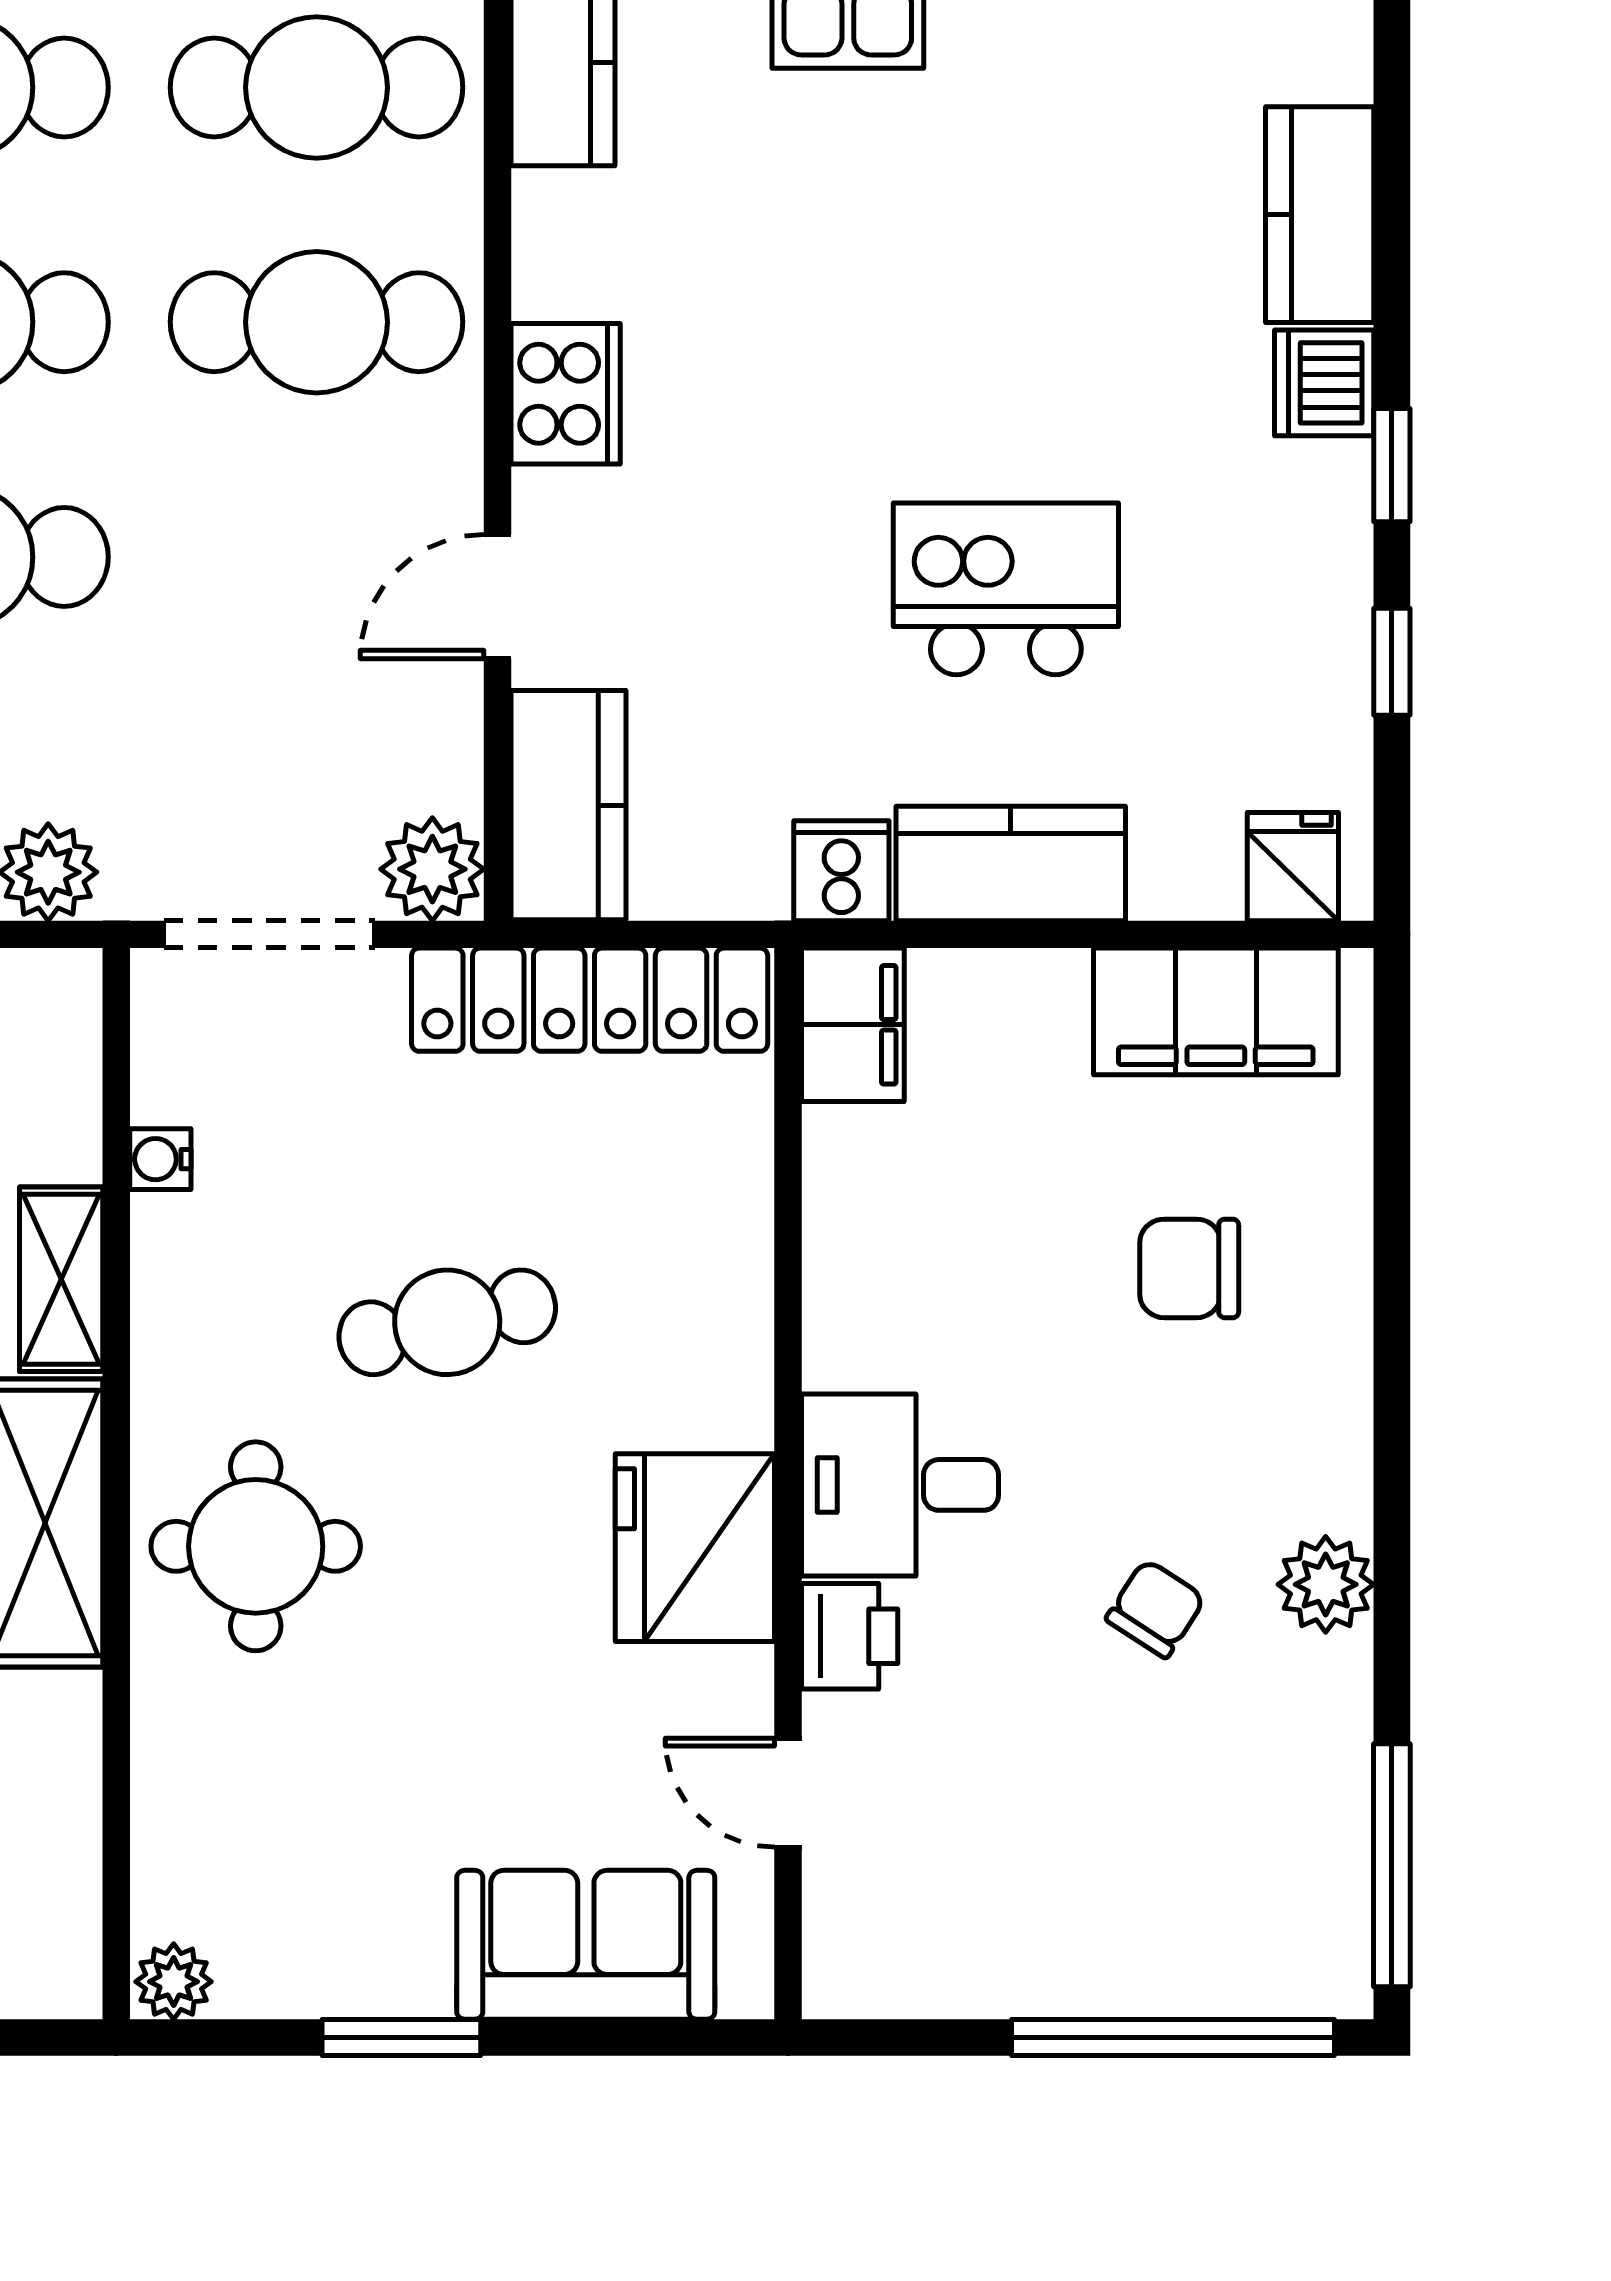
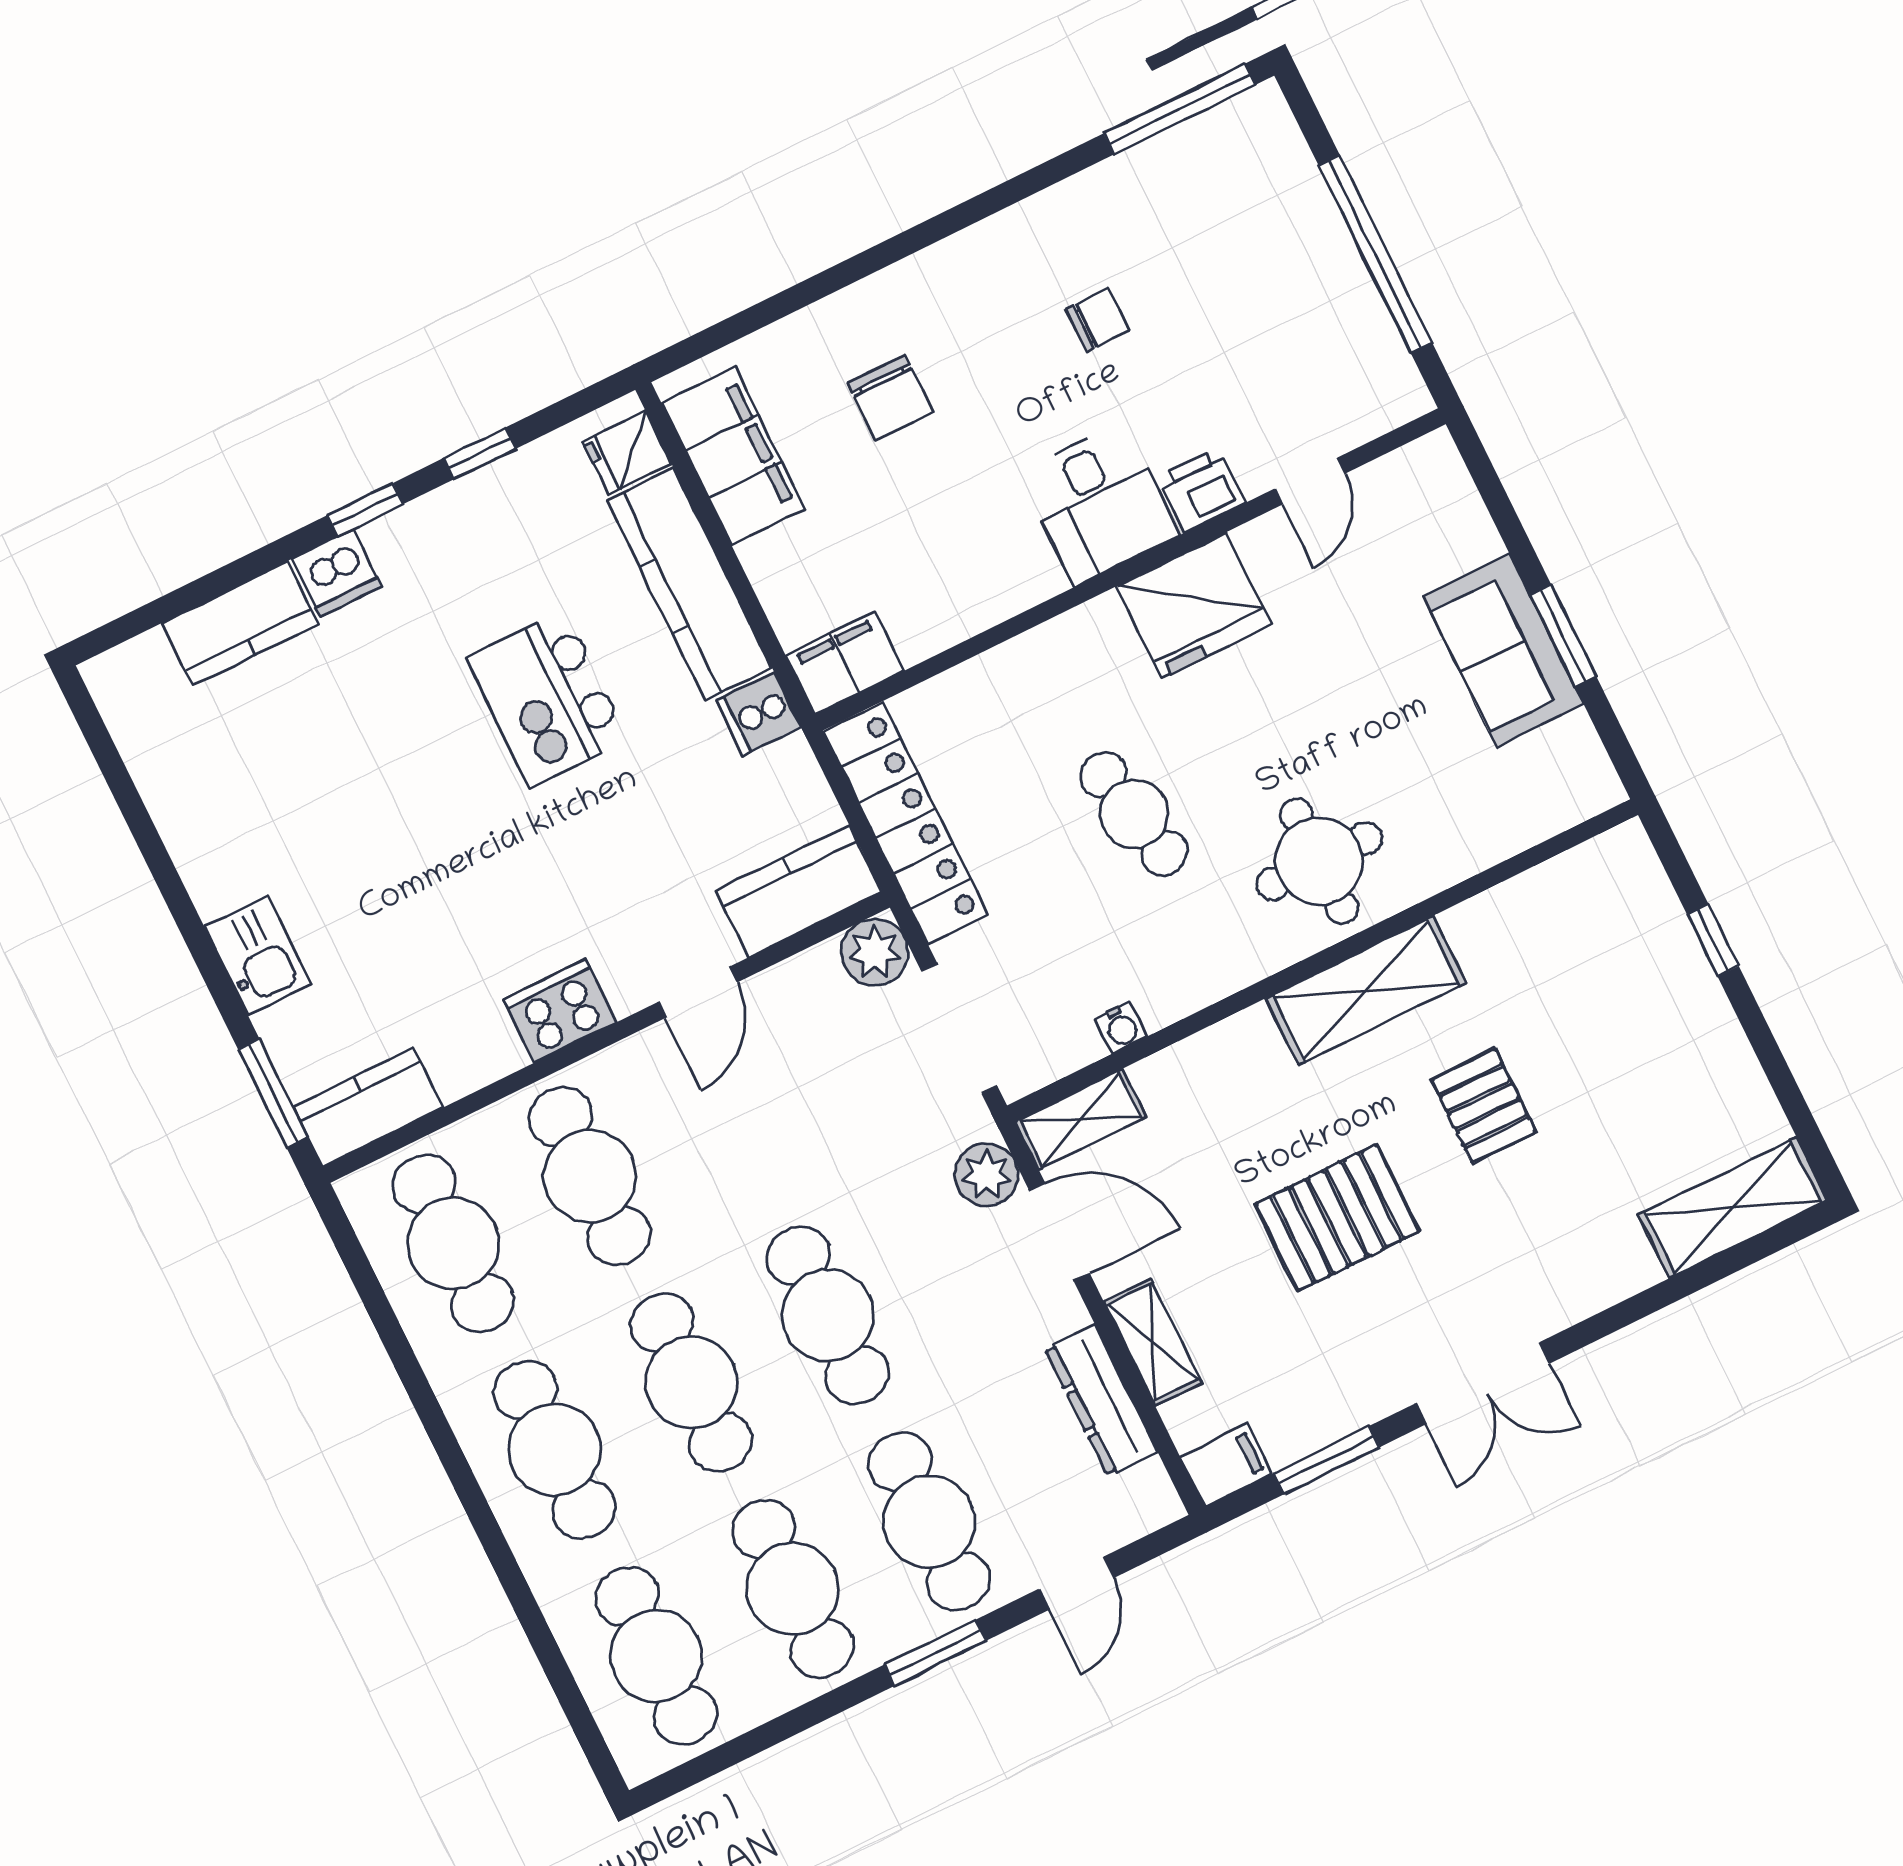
door: (498, 597) -> (698, 992), hinge flipped
kitchen counter: (1011, 863) -> (689, 584), width x1.50
shelving: (61, 1279) -> (1081, 1119), moved
plant: (1326, 1584) -> (1035, 228), removed
chair: (1156, 1609) -> (1098, 320), turned 147
sofa: (586, 1945) -> (1503, 650), moved
plant: (174, 1982) -> (1596, 784), removed
window: (1173, 2037) -> (1375, 254), moved

